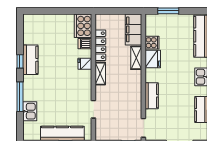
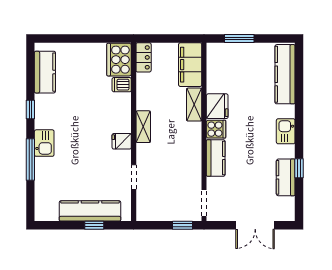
cooker: (152, 43) -> (216, 129), moved
locker: (100, 45) -> (144, 57), moved, width x0.66
kitchen counter: (30, 60) -> (45, 72), moved
fridge: (85, 64) -> (122, 141), moved
kitchen sink: (30, 111) -> (44, 143), moved

